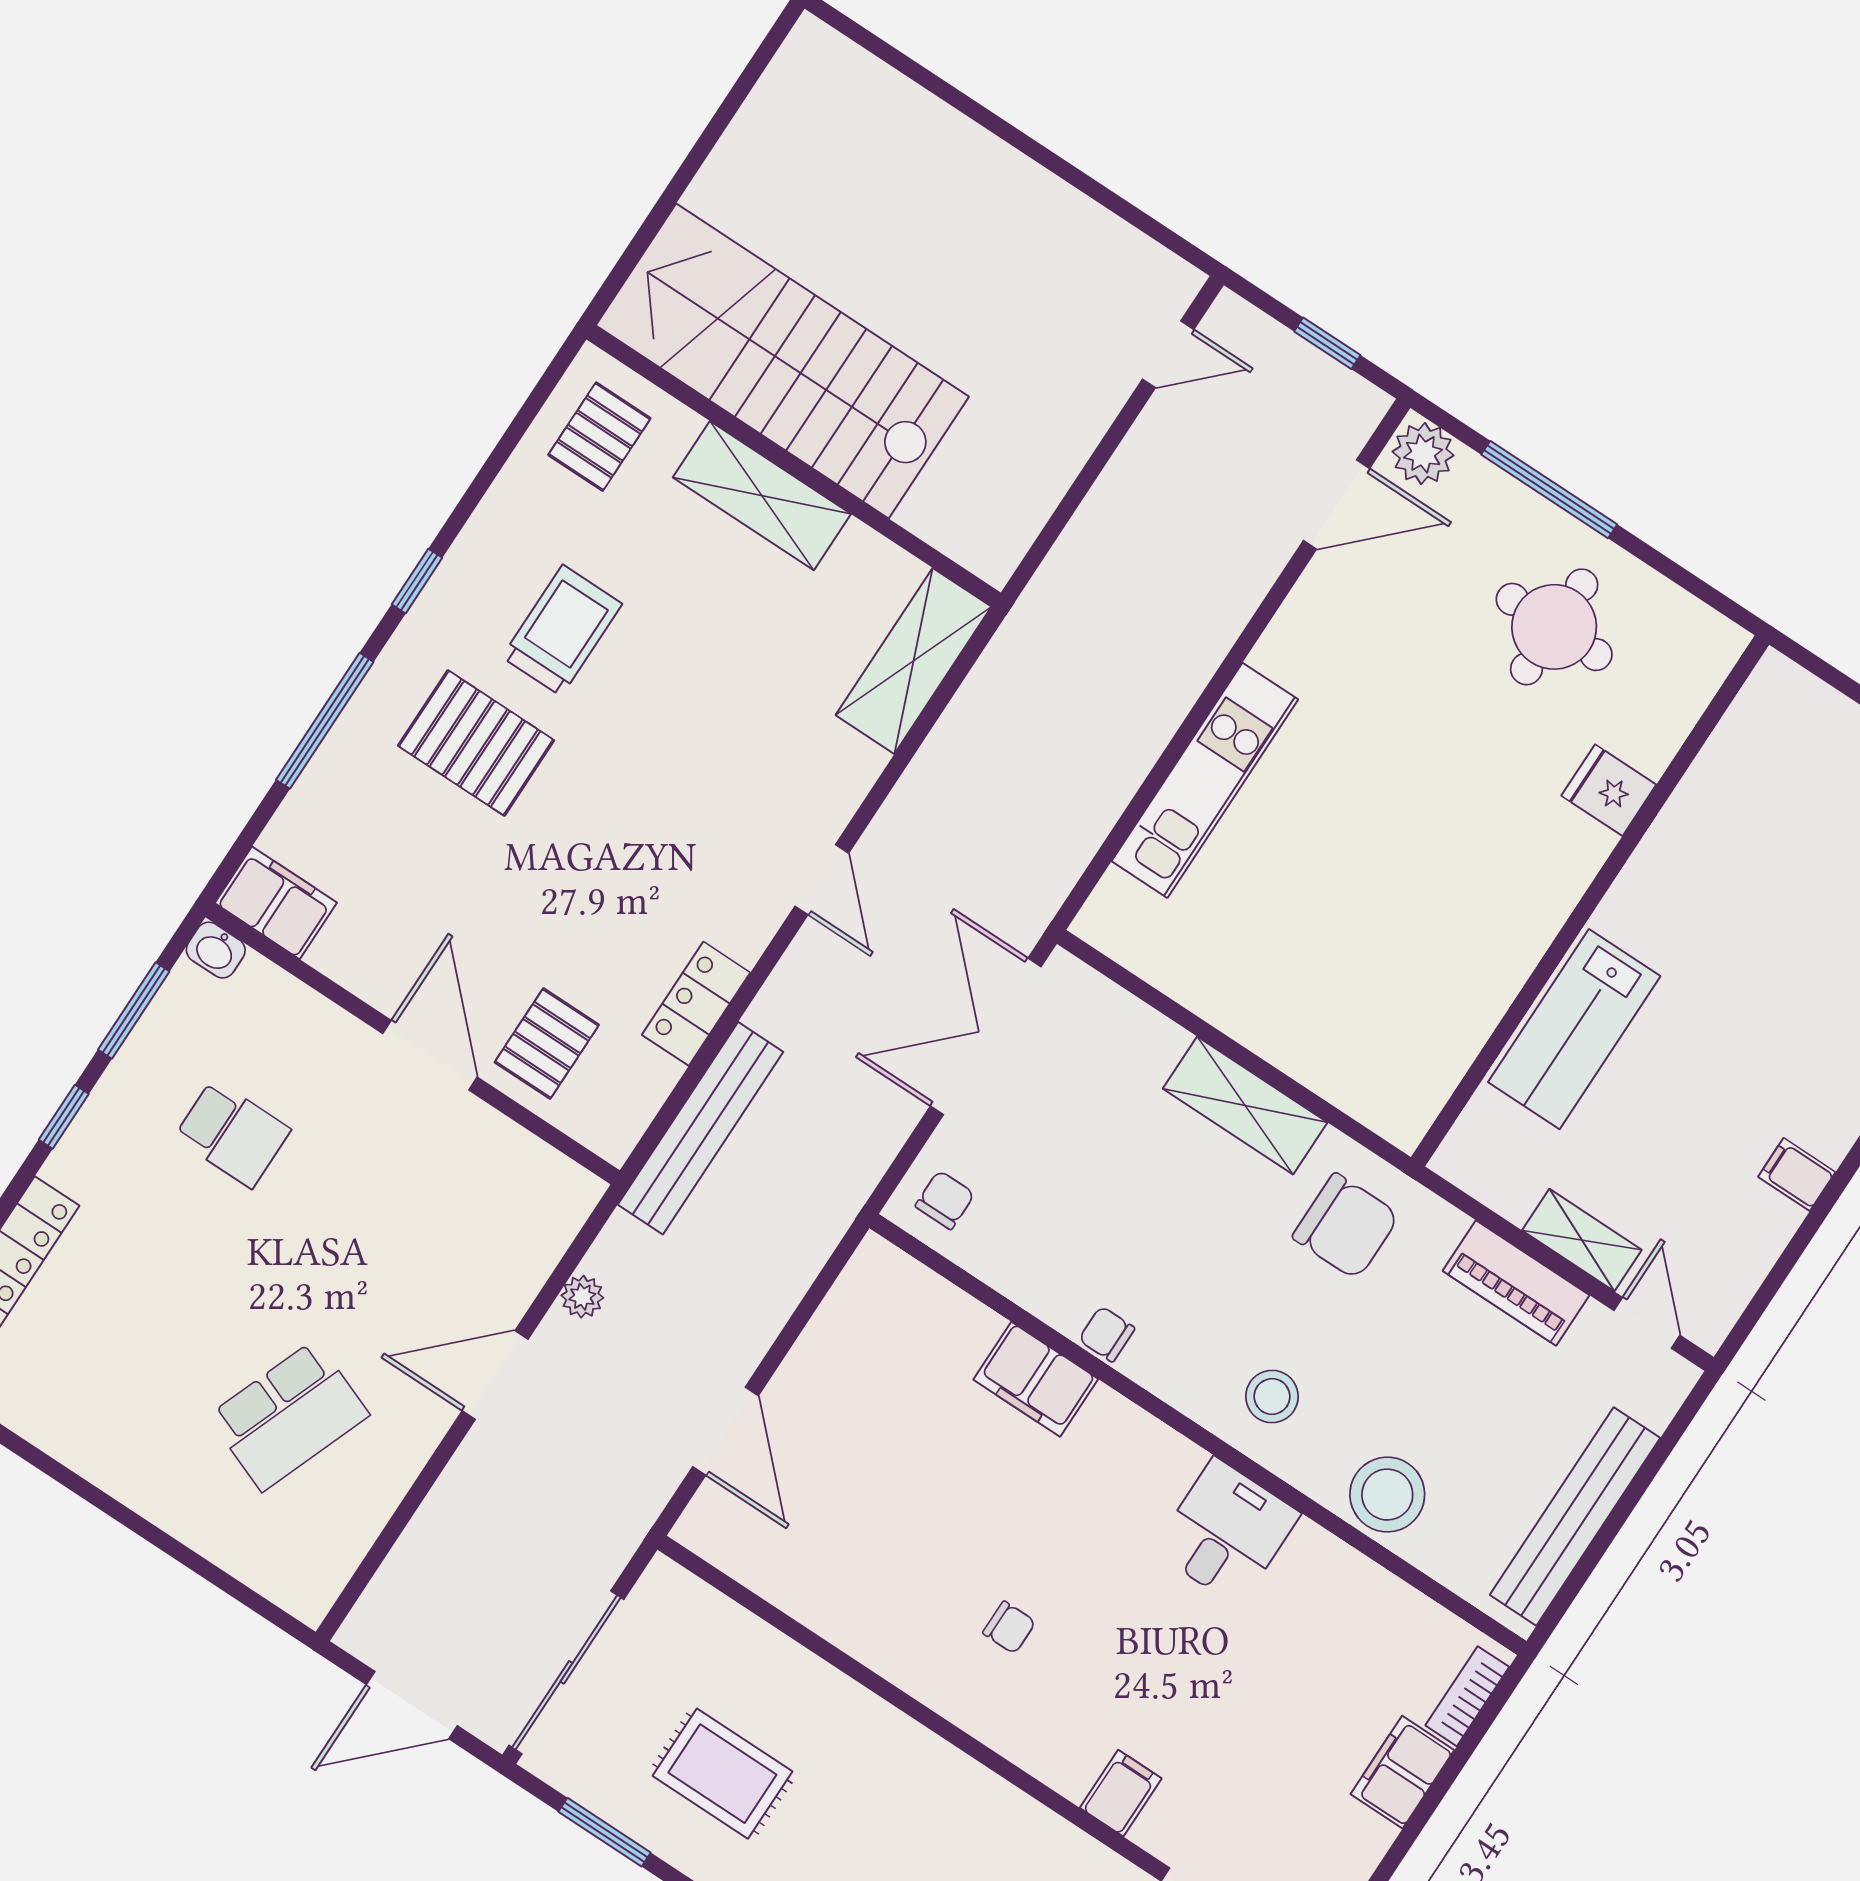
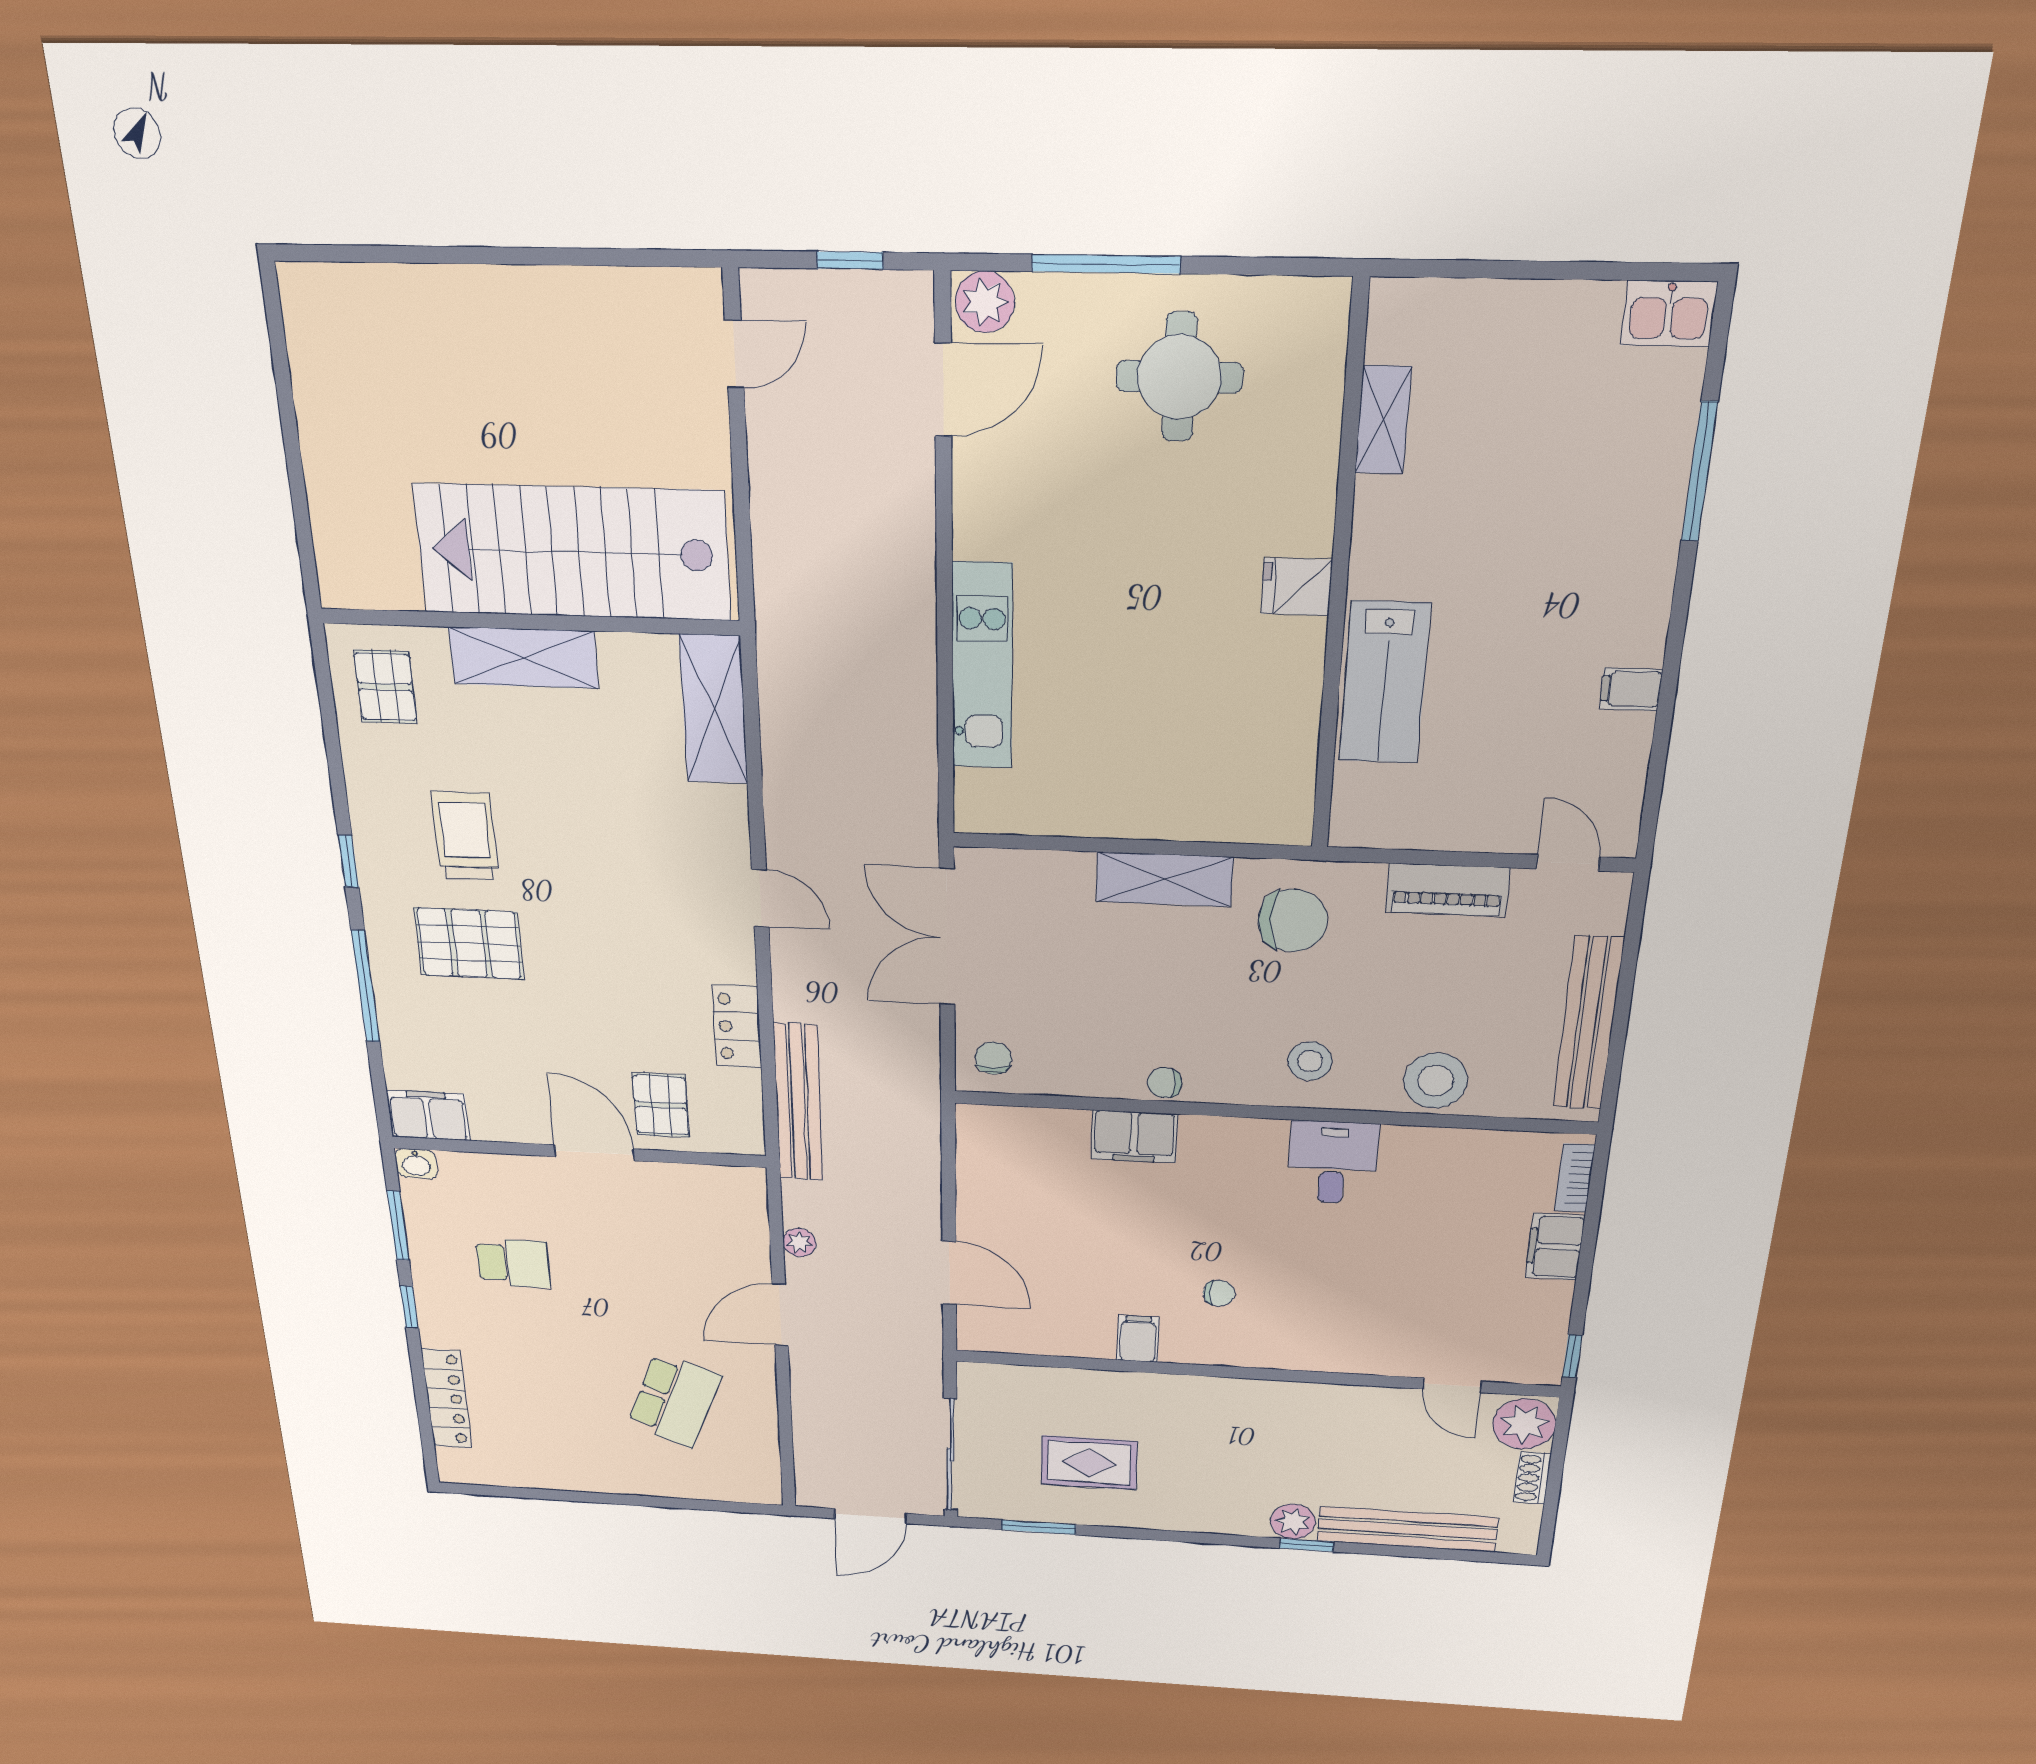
stairs: (782, 361) -> (573, 552), moved
fridge: (1609, 790) -> (1297, 587), moved
shelving: (1582, 1240) -> (1383, 420), moved, turned 90
filing cabinet: (1121, 1793) -> (1138, 1339), moved

